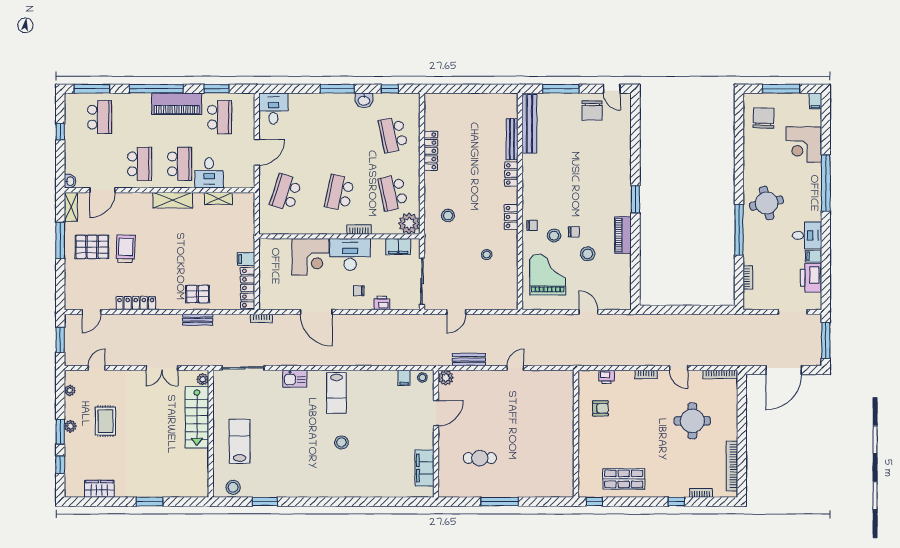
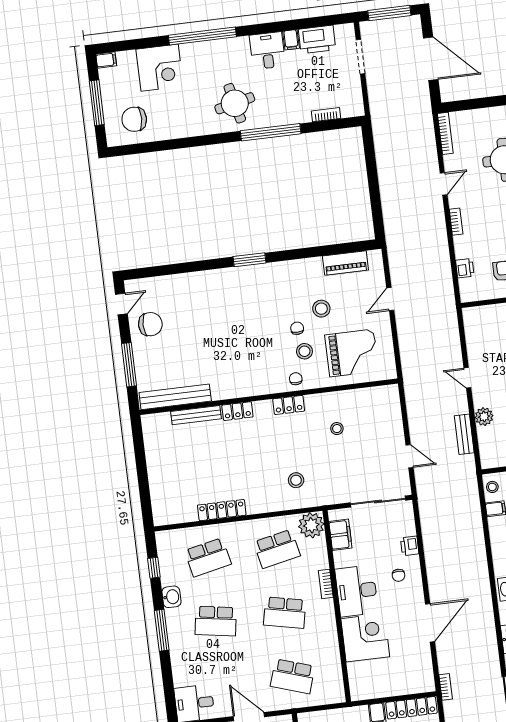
school desk: (339, 135) -> (216, 621), added
piano: (623, 235) -> (345, 263), moved
grand piano: (548, 275) -> (352, 353), turned 180
plant: (446, 378) -> (484, 417), moved

